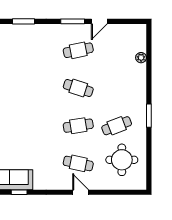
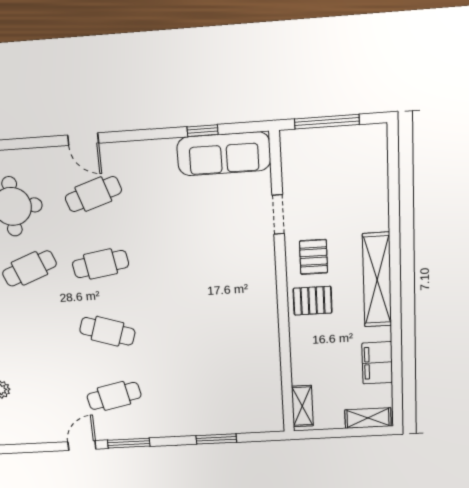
cafe table: (78, 163) -> (93, 194), turned -30

